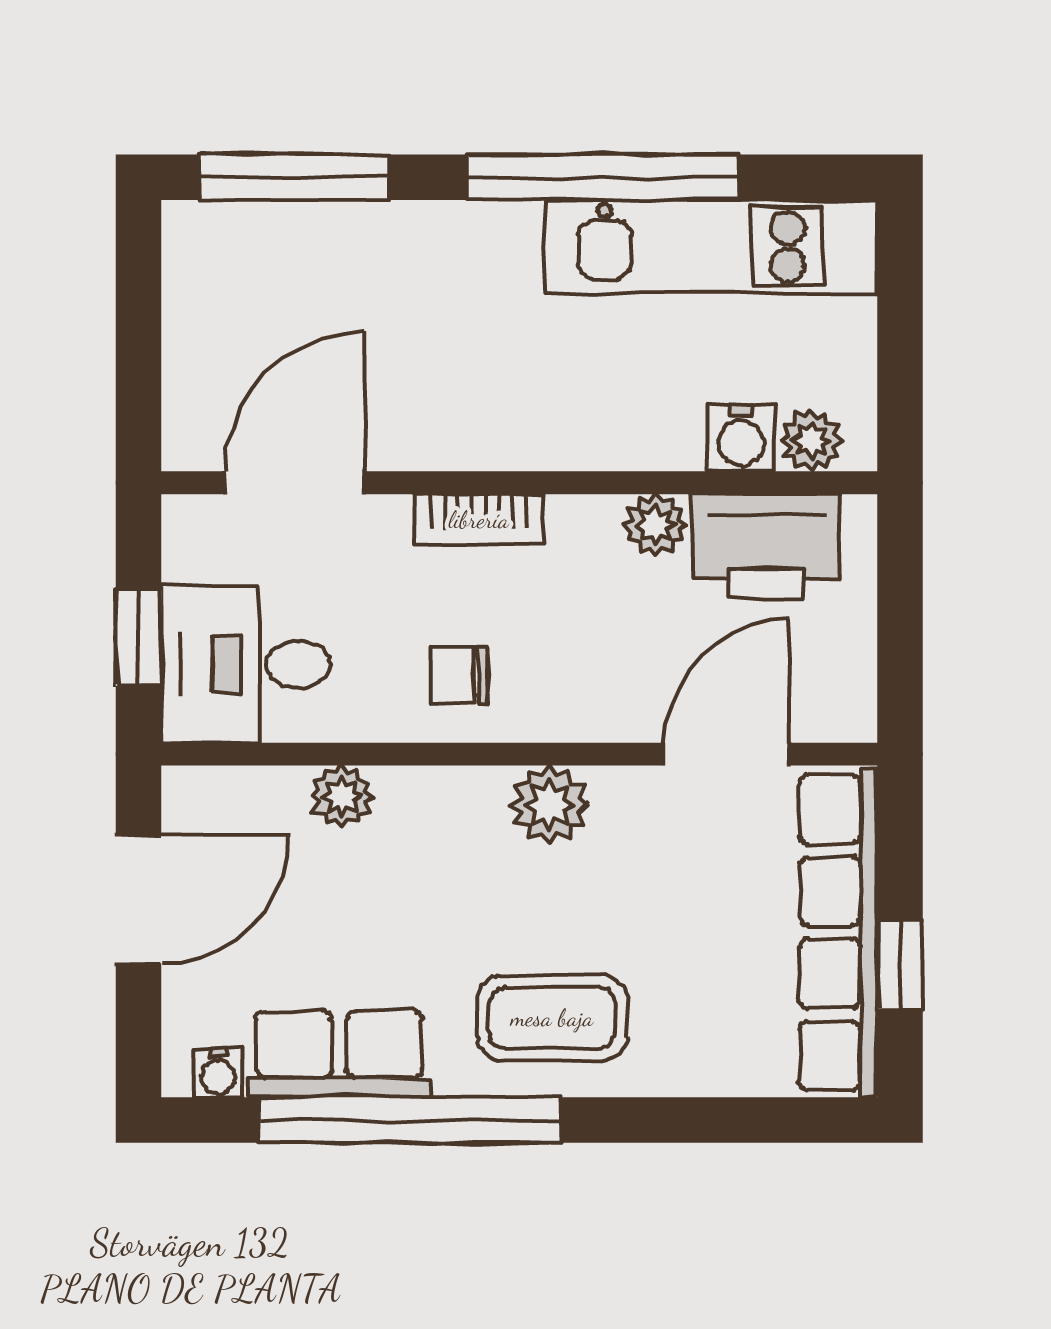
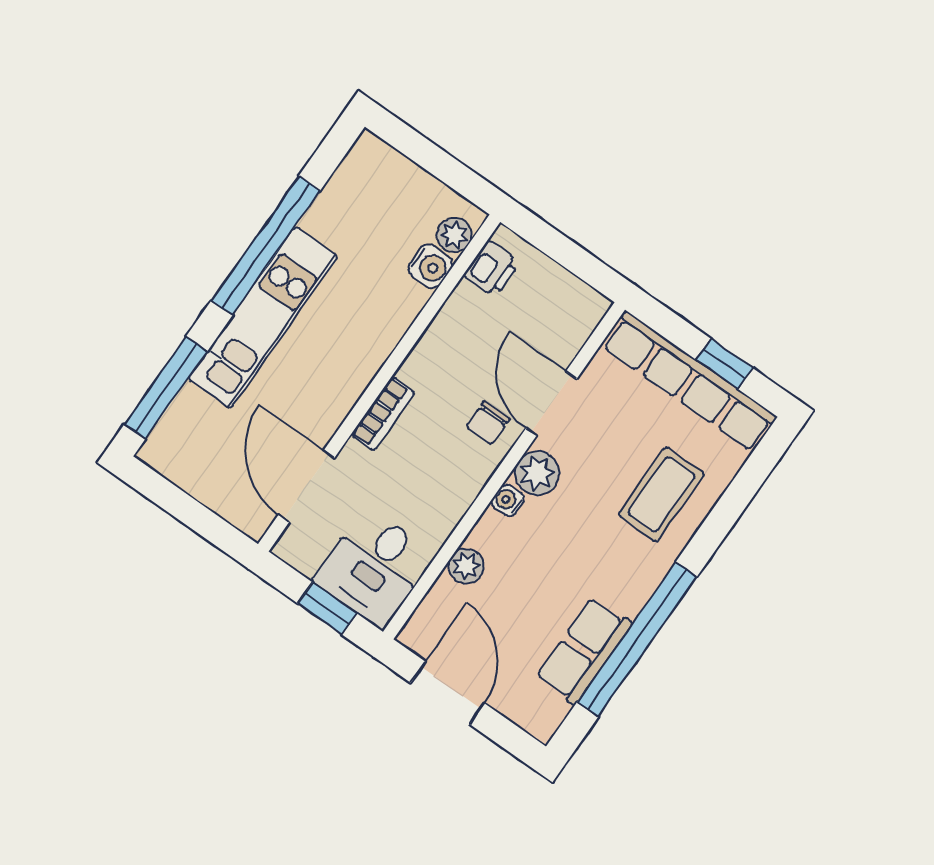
kitchen unit: (711, 247) -> (263, 317), moved
plant: (655, 525) -> (443, 334), removed
printer: (766, 547) -> (492, 269), width x0.53, depth x0.68
chair: (459, 675) -> (488, 423), moved
door: (727, 754) -> (551, 404), moved
coffee table: (552, 1018) -> (661, 494), moved
water cooler: (218, 1073) -> (508, 500), moved, turned 180

